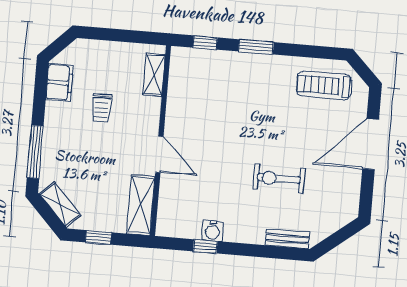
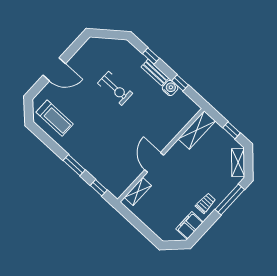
trolley: (101, 108) -> (206, 203), moved
door: (371, 144) -> (54, 69), width x0.73
door: (159, 154) -> (154, 162), moved
bench: (287, 239) -> (155, 72), moved
window: (266, 251) -> (151, 56), added

